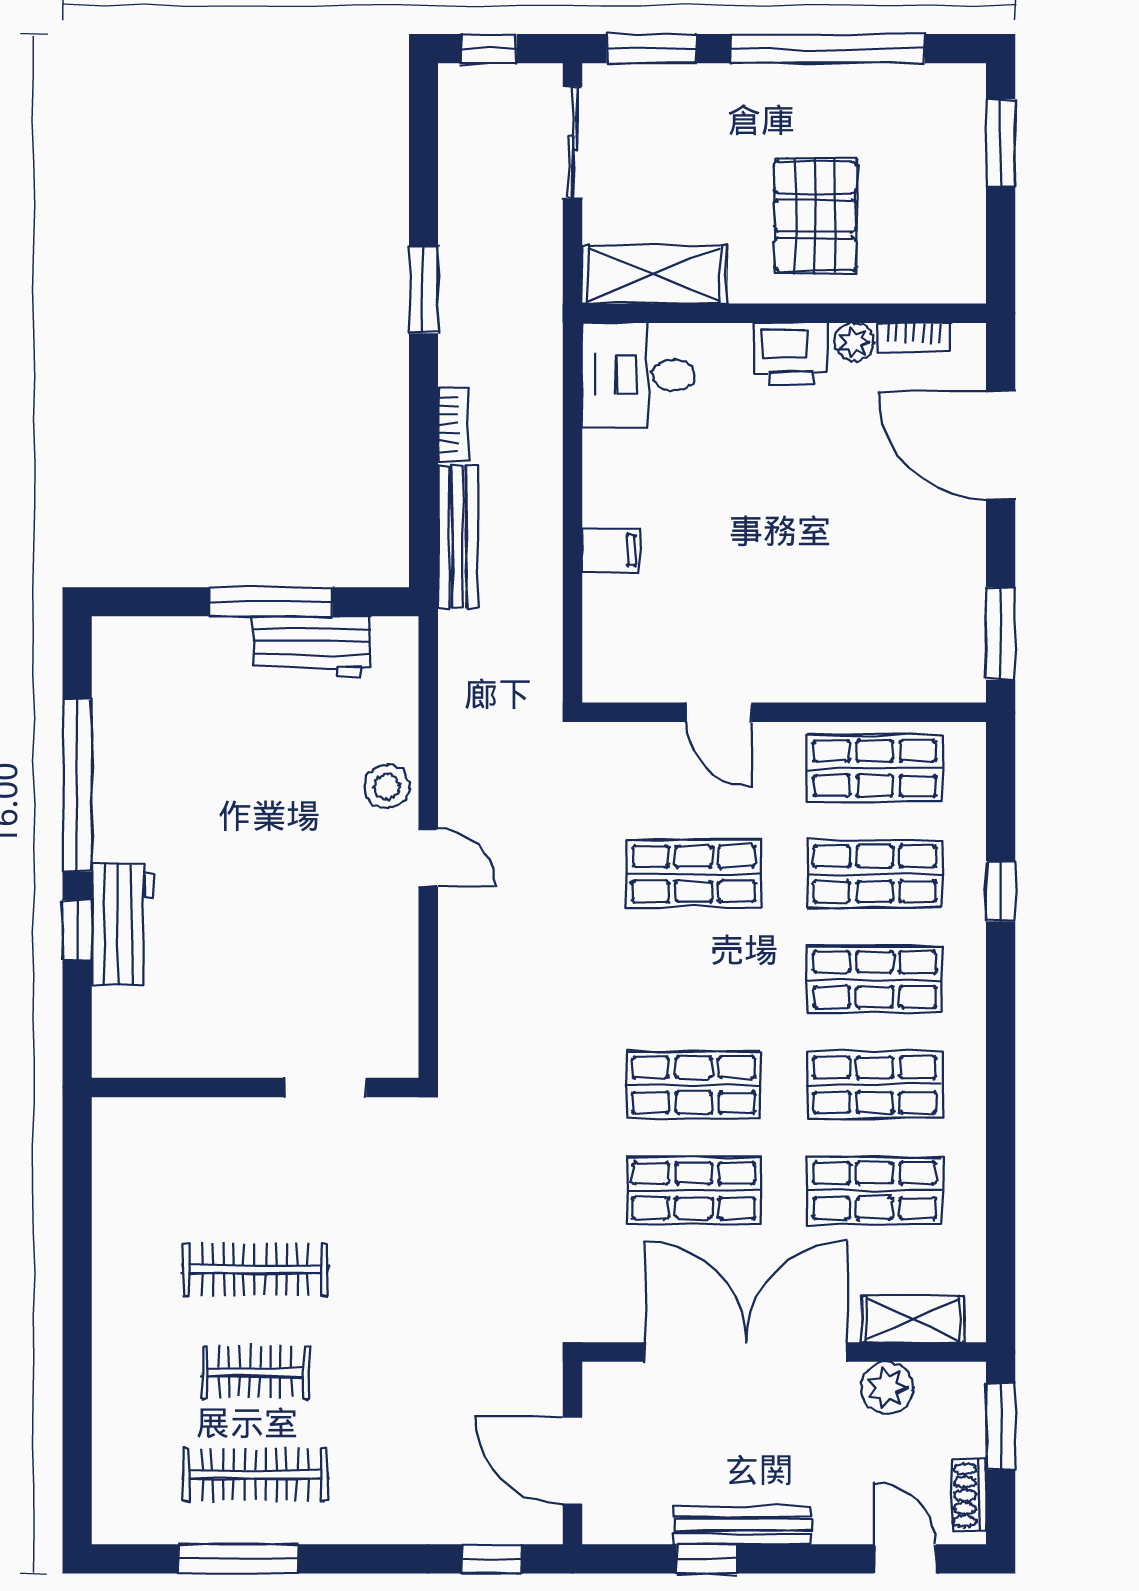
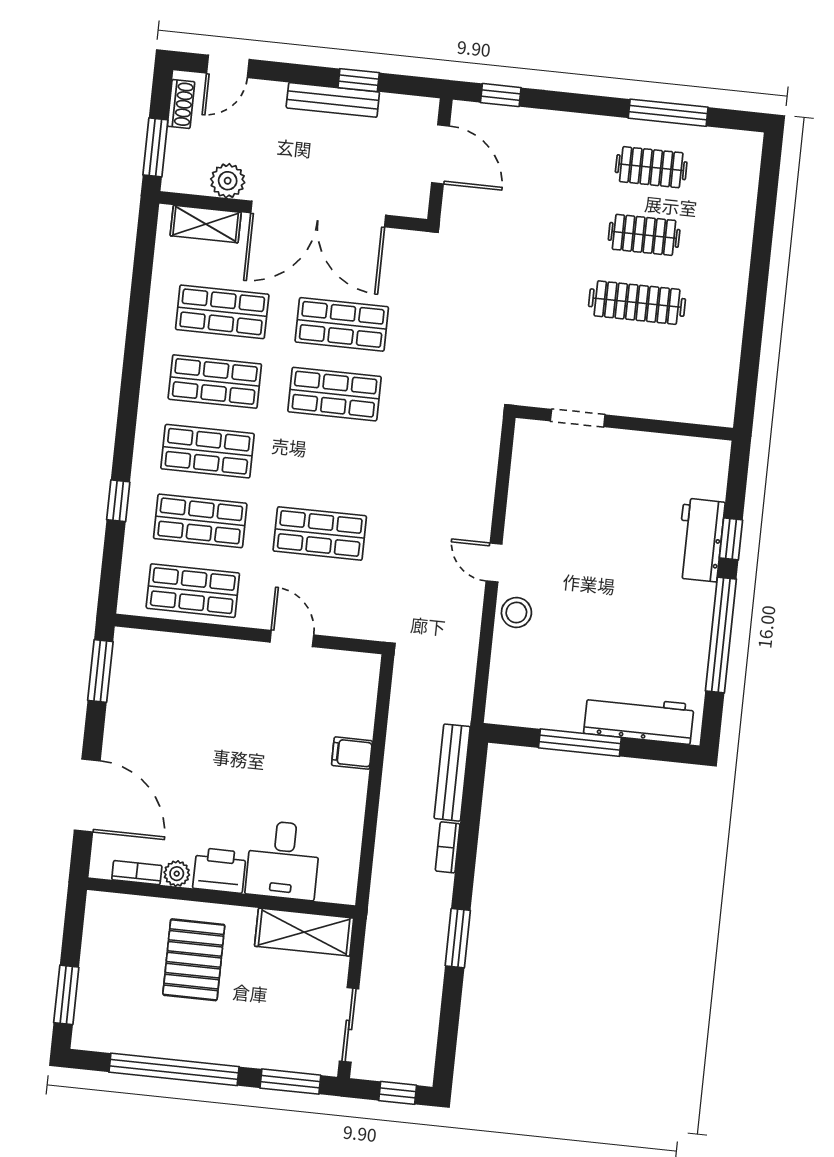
desk: (639, 375) -> (283, 860), moved, turned 90
workbench: (312, 646) -> (639, 719), moved, width x1.37
clothes rail: (255, 1475) -> (651, 167), width x0.73
door: (905, 1559) -> (228, 66), hinge flipped

